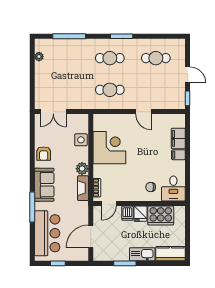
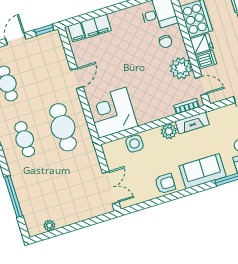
cafe table: (110, 90) -> (63, 127), width x1.37, depth x1.35
corner desk: (109, 148) -> (112, 113), moved
filing cabinet: (178, 155) -> (76, 32), moved
plant: (127, 192) -> (181, 68), added

